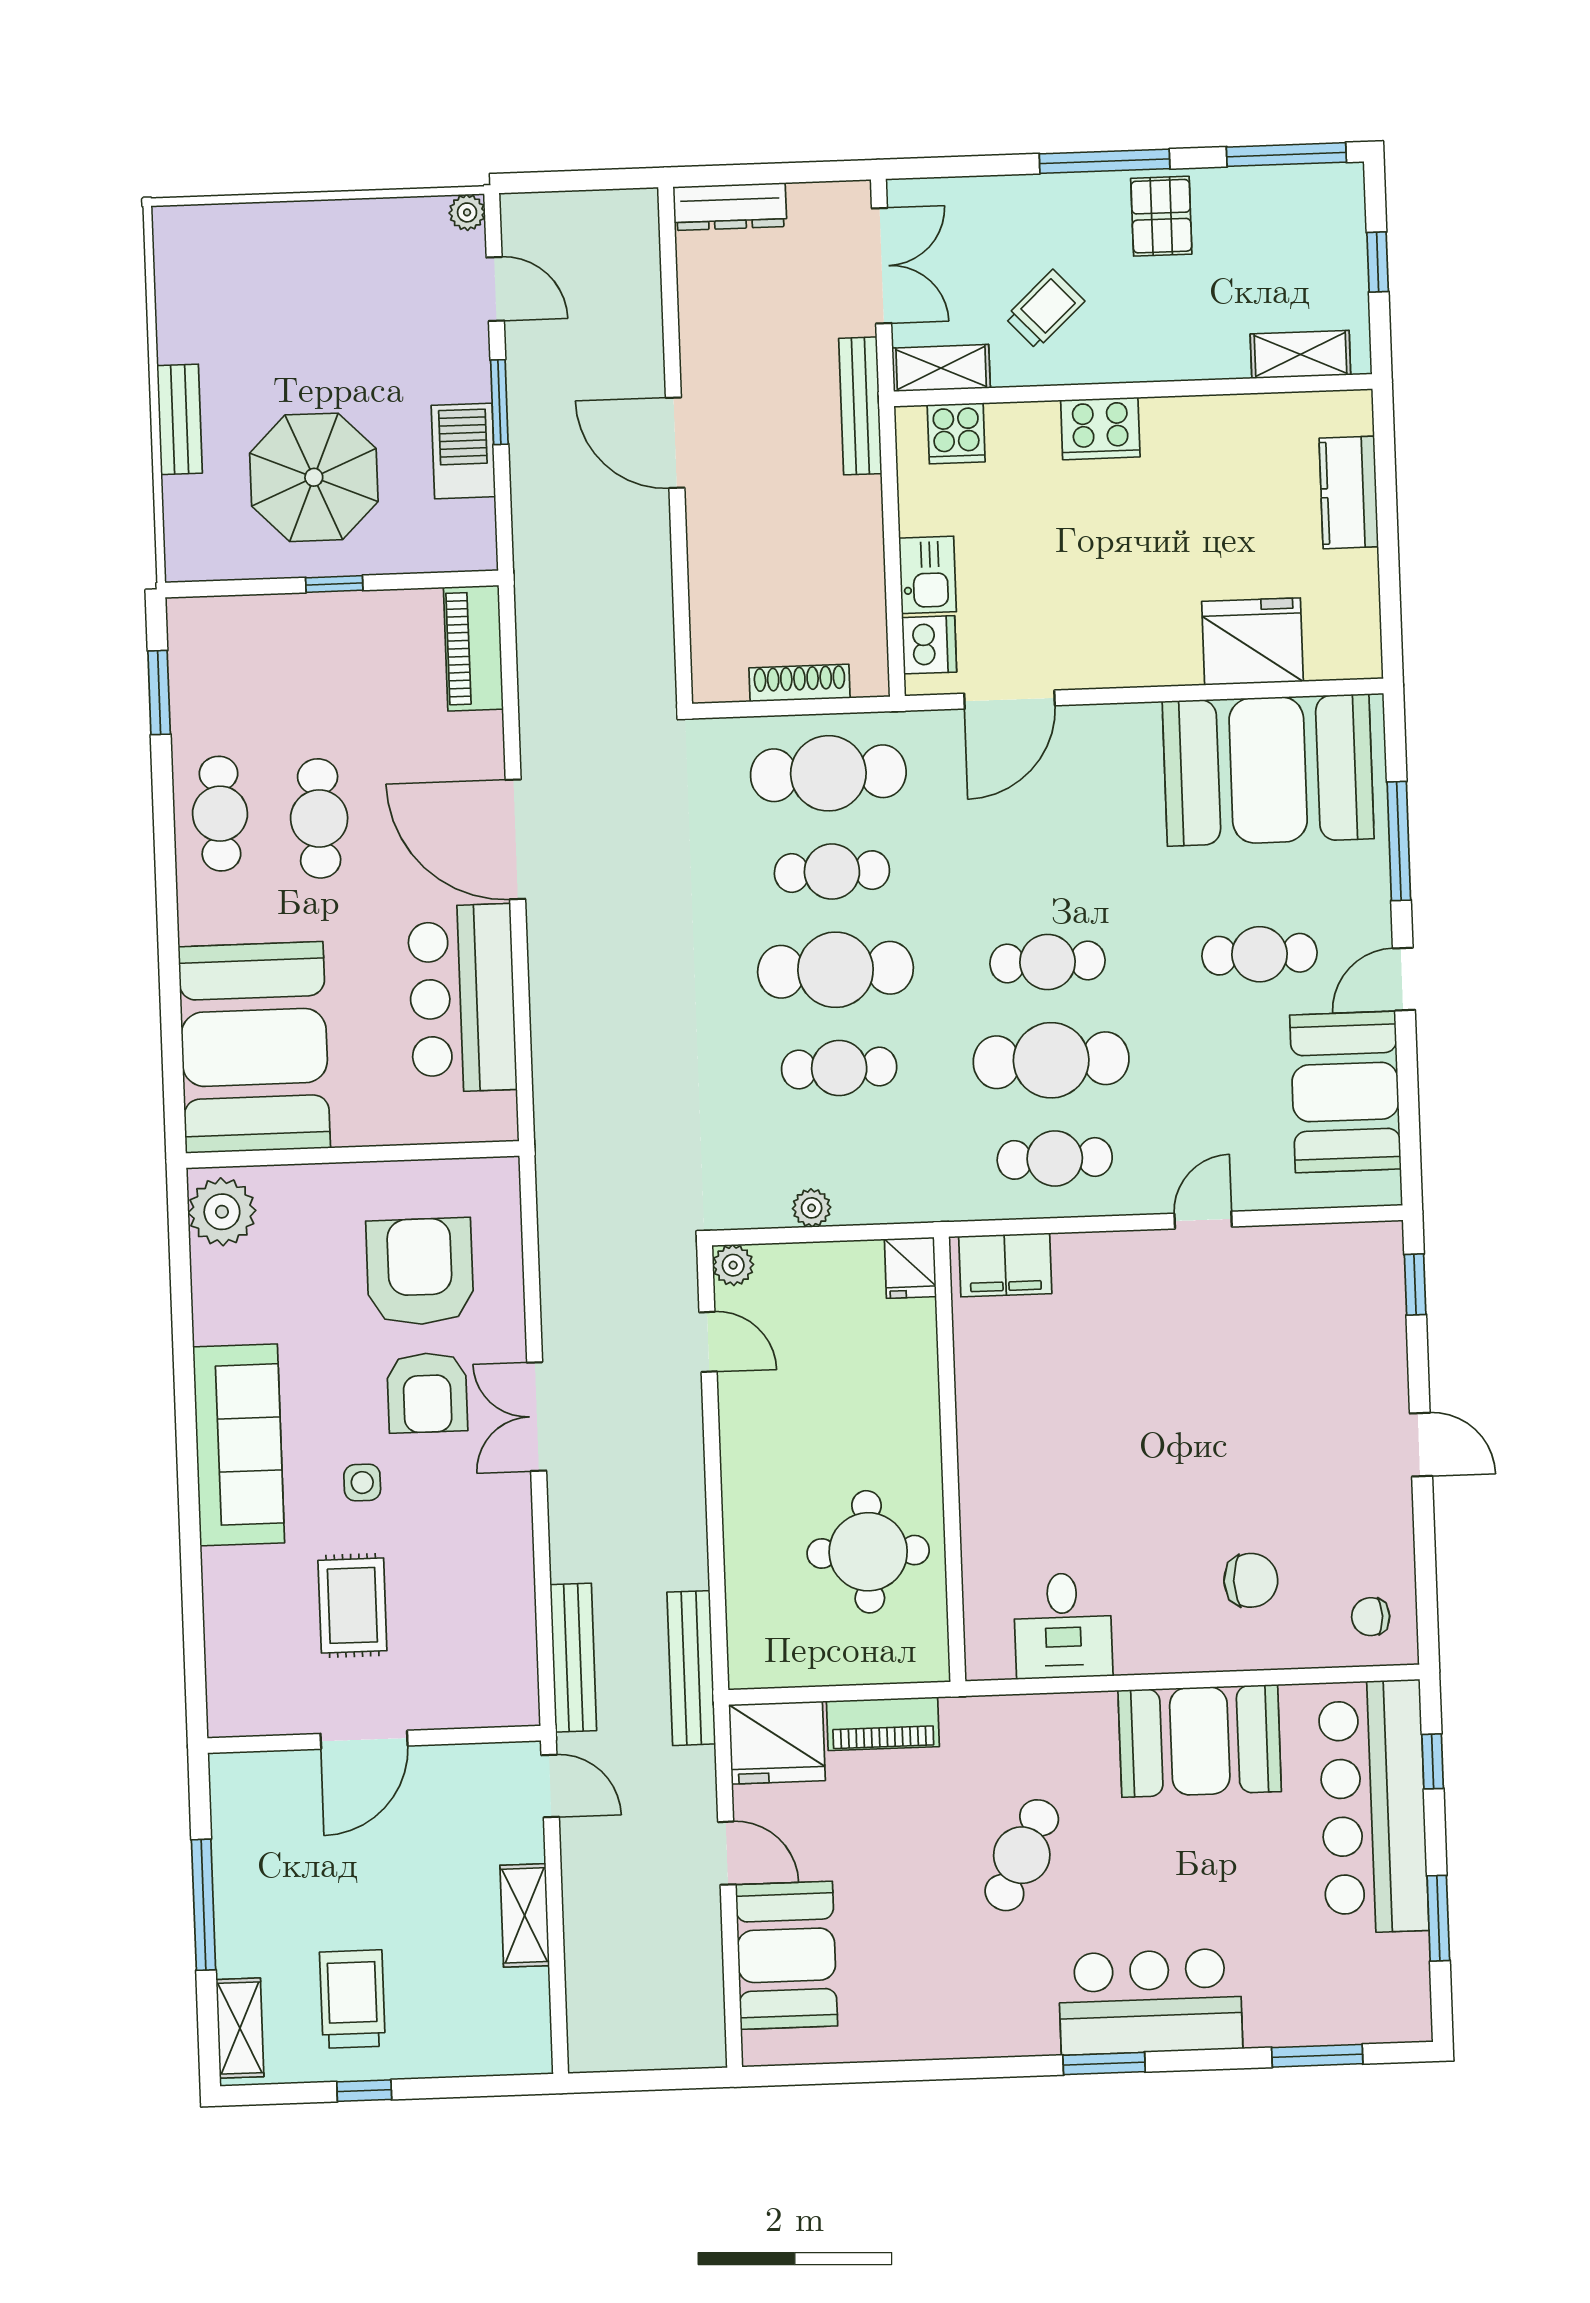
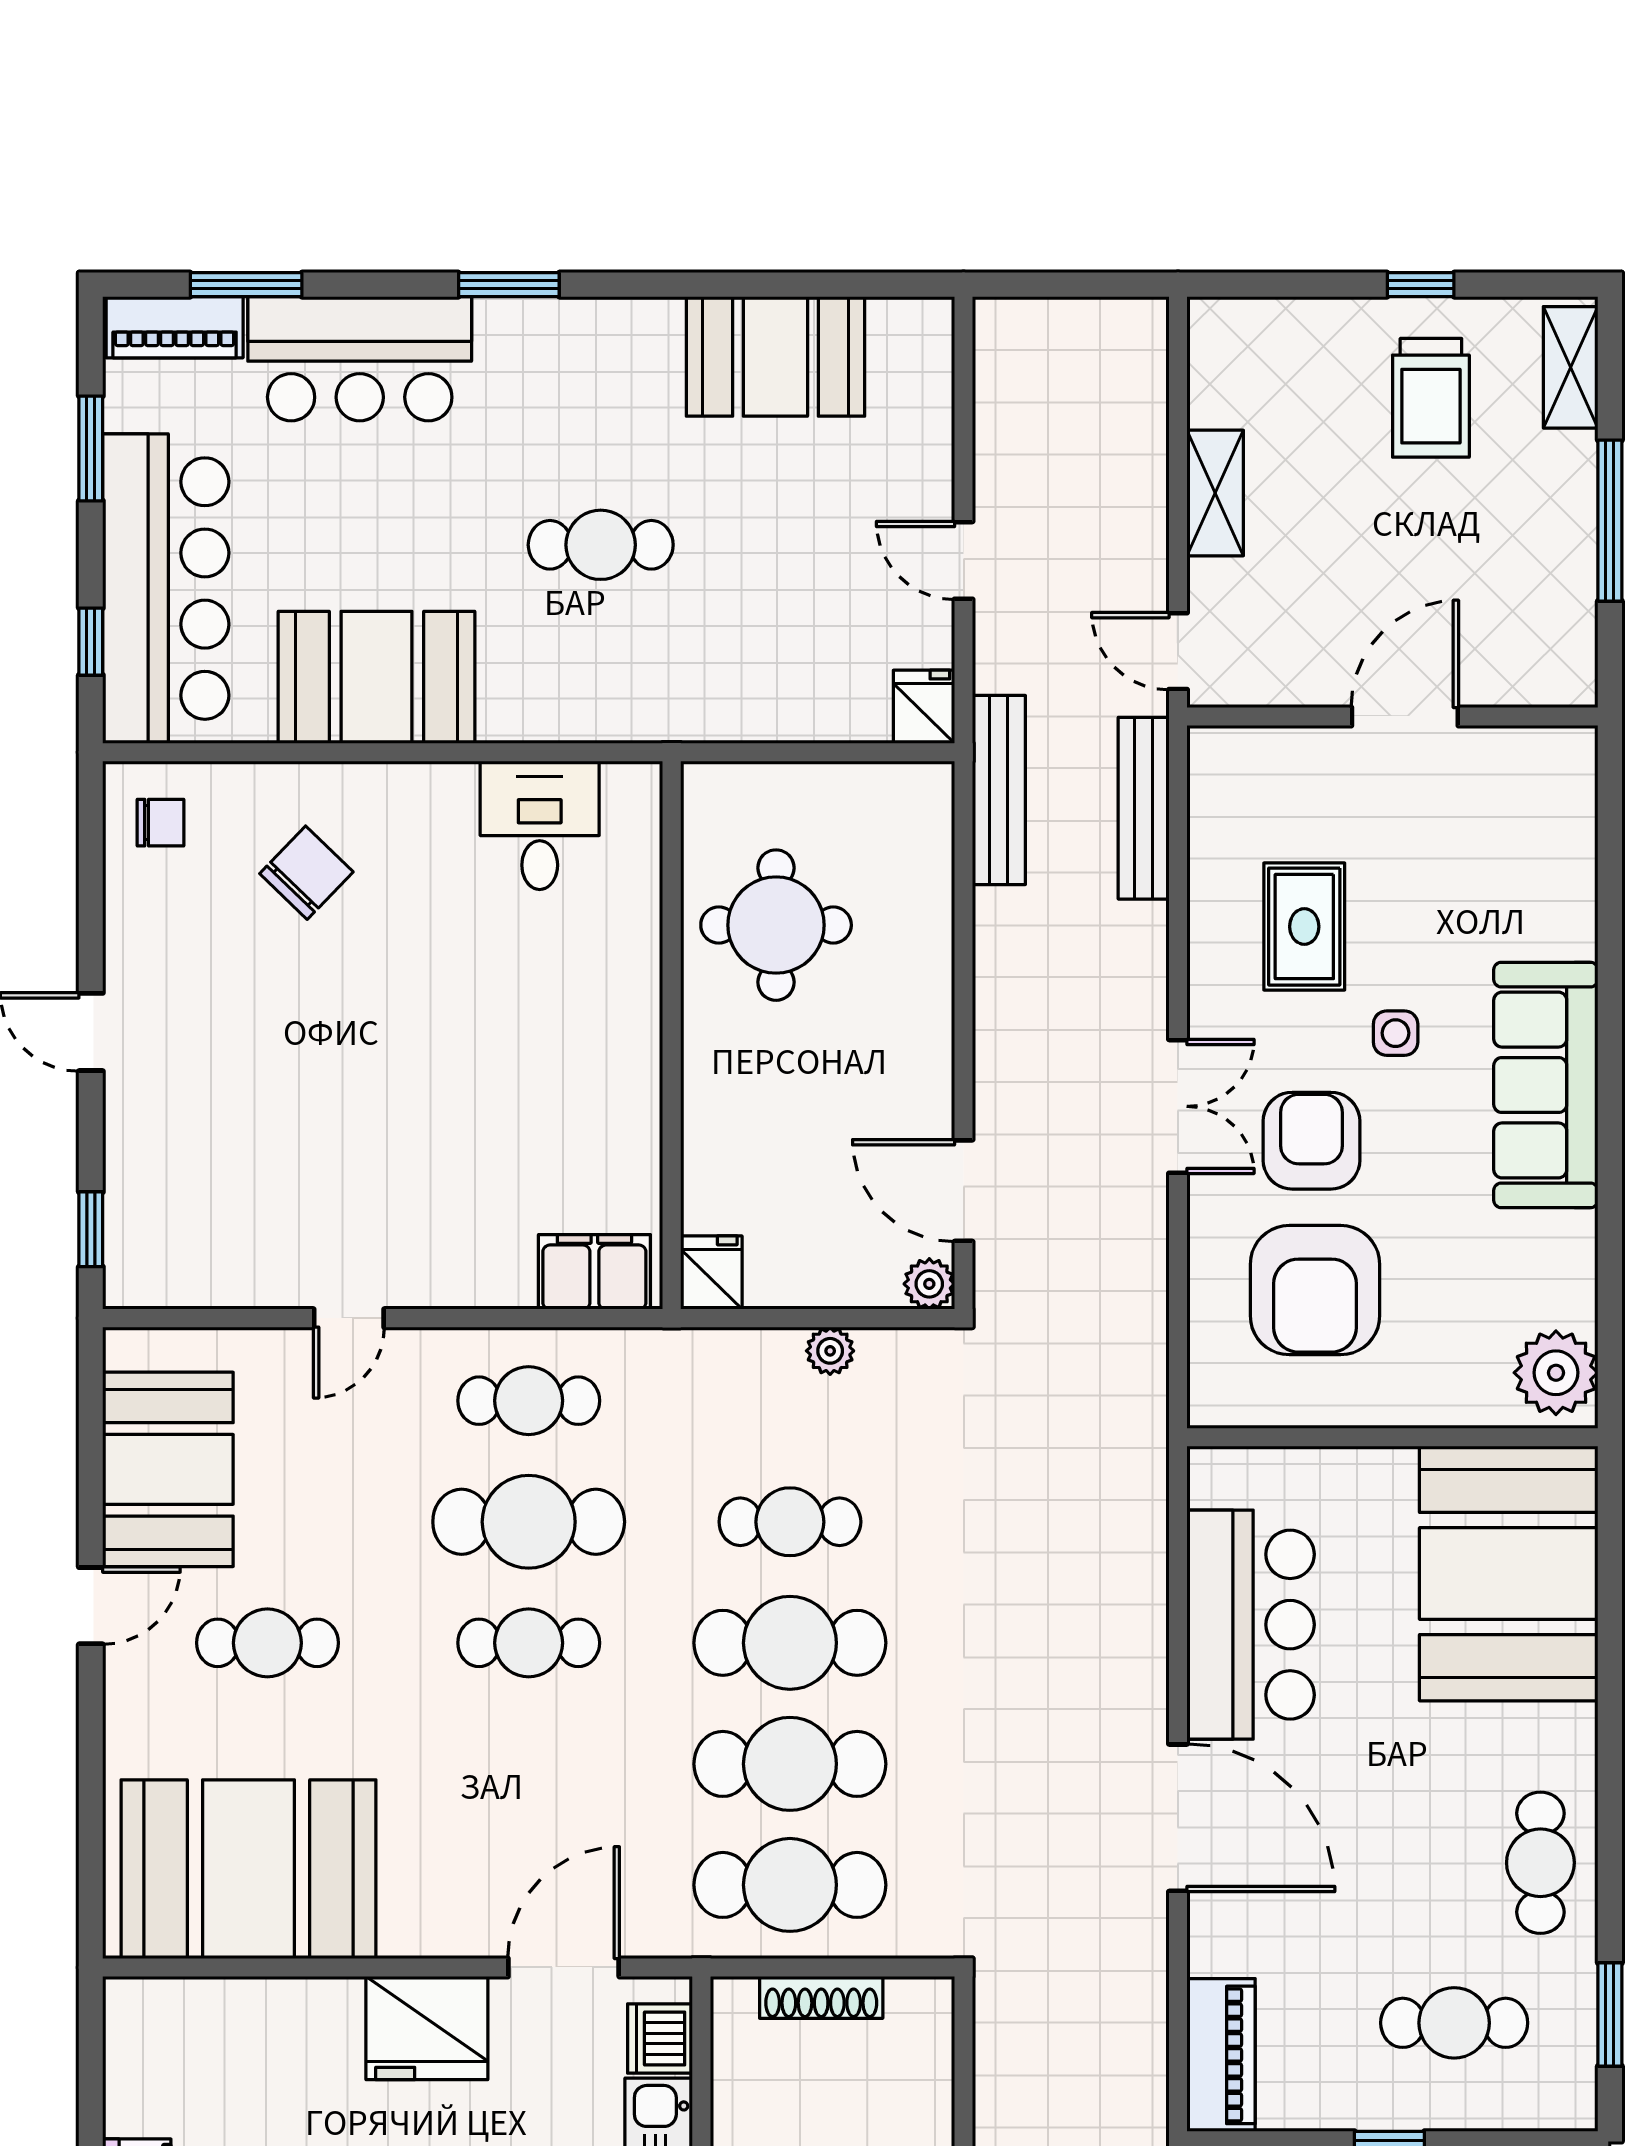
fridge: (1252, 641) -> (427, 2028), moved
cafe table: (319, 818) -> (1454, 2023), moved, turned 90
window: (1399, 841) -> (91, 1776), removed
cafe table: (832, 872) -> (790, 1764), width x1.37, depth x1.35
door: (708, 1342) -> (964, 1191), width x1.38
chair: (1251, 1580) -> (306, 873), turned 134
rug: (352, 1605) -> (1304, 927), moved
piano: (883, 1724) -> (175, 327), moved, turned 180
fridge: (777, 1743) -> (924, 707), width x0.53, depth x0.75
cafe table: (1022, 1855) -> (601, 545), turned 63
booth: (786, 1955) -> (775, 356), moved, turned 90
bar counter: (1150, 2002) -> (360, 359), moved

